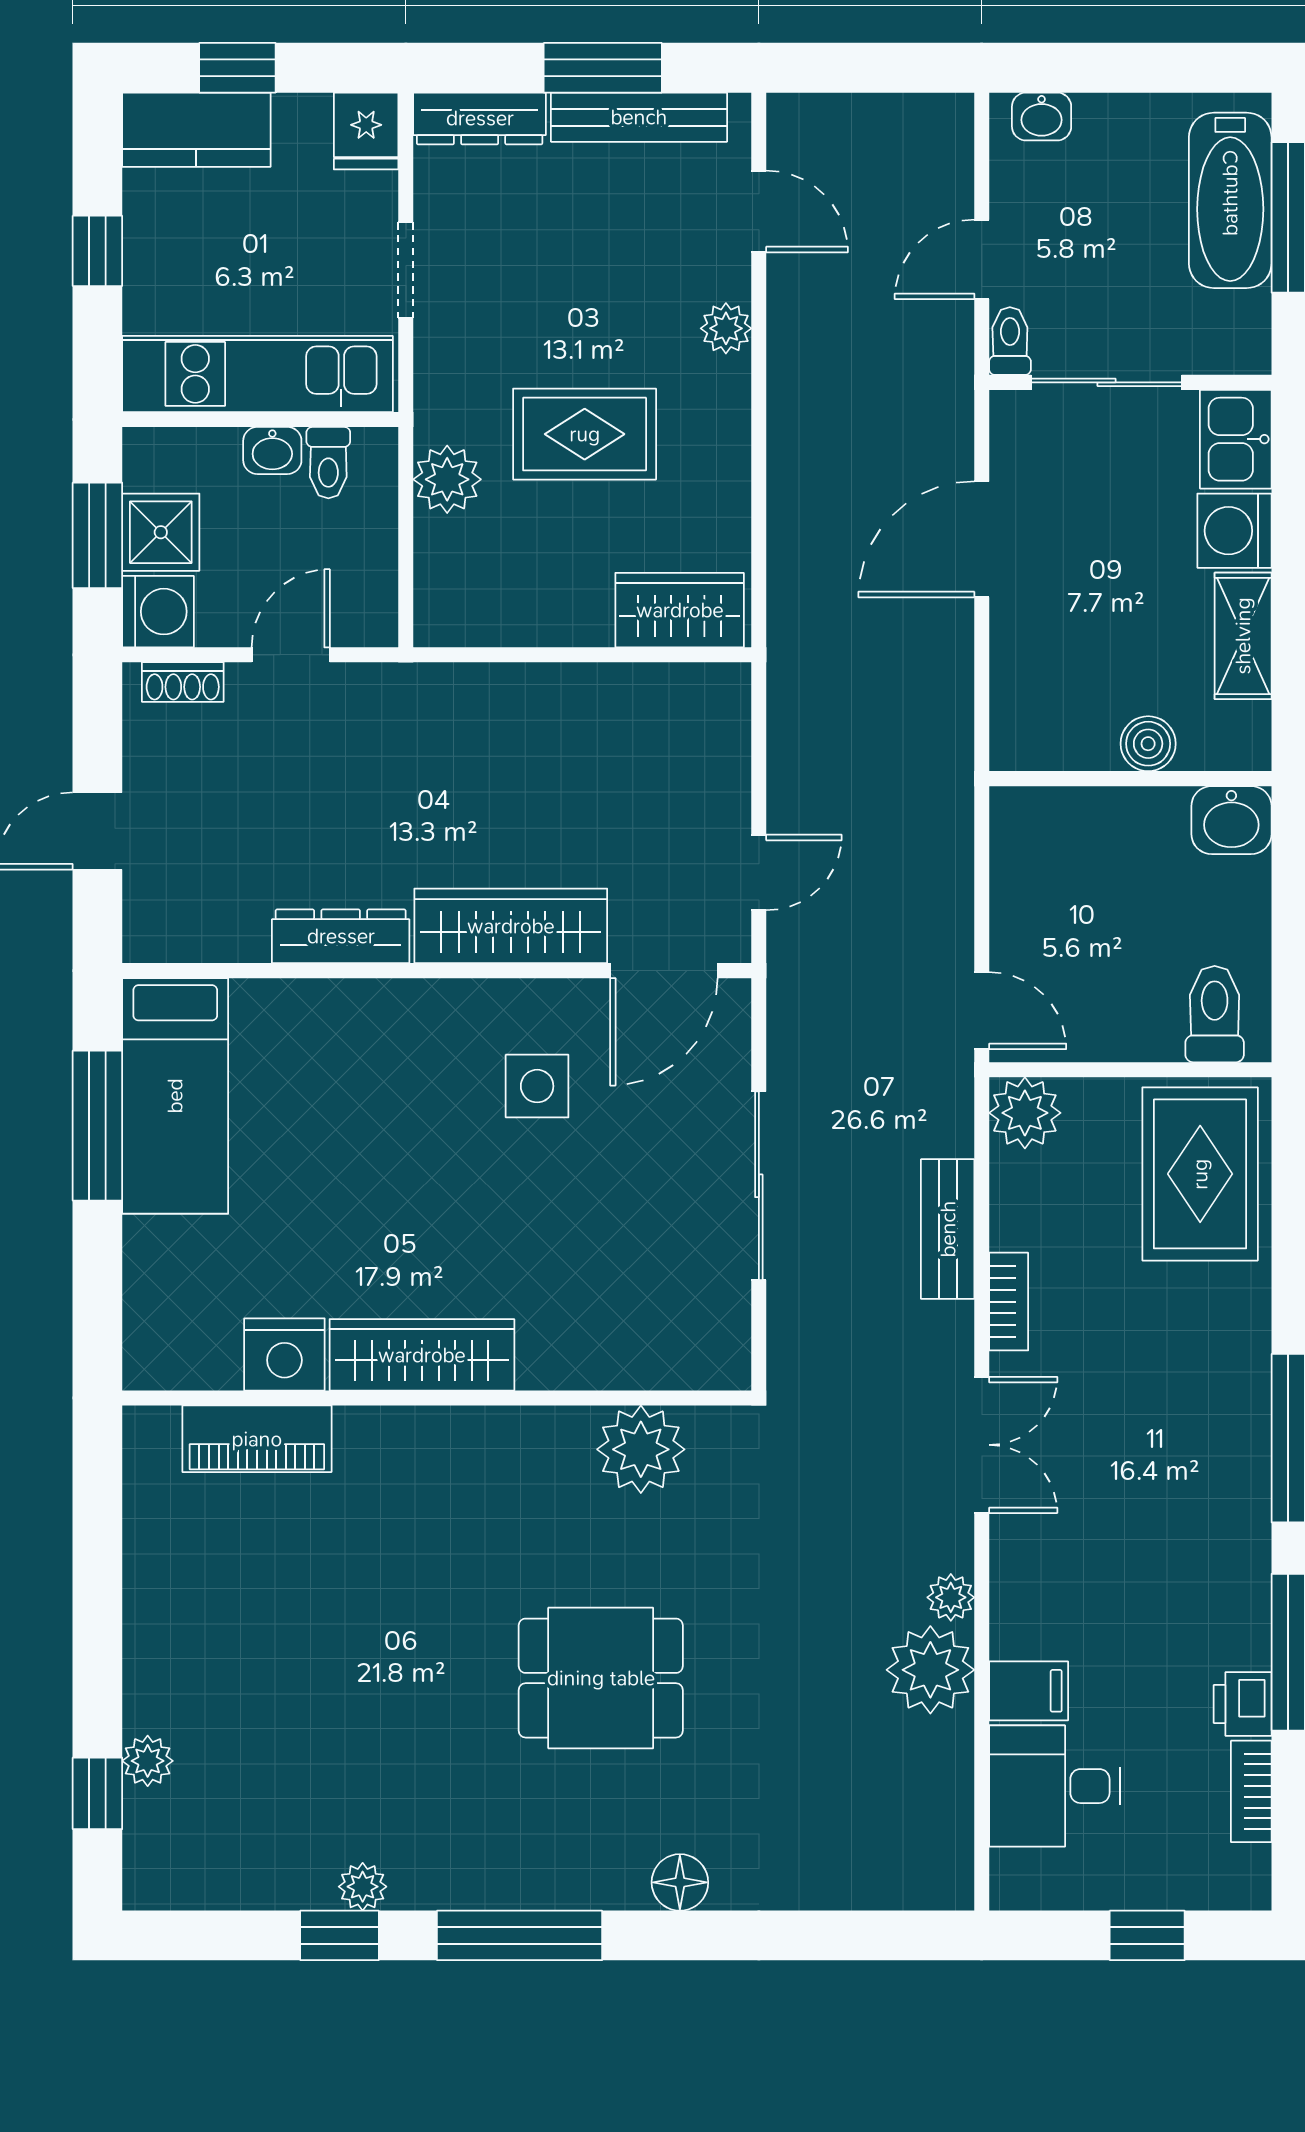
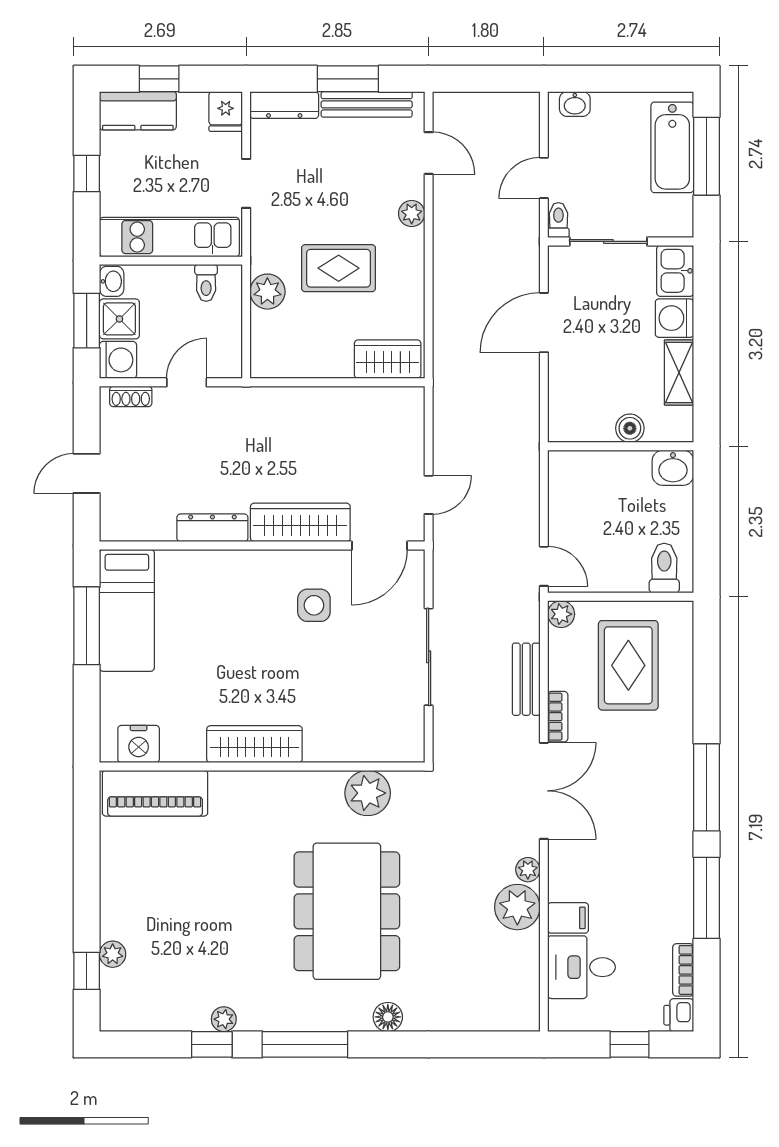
washbasin: (272, 450) -> (112, 281), moved, turned -90
plant: (1025, 1113) -> (561, 614), width x0.73, depth x0.73
rug: (1200, 1174) -> (628, 665), moved
nightstand: (284, 1354) -> (139, 744), moved
piano: (257, 1439) -> (155, 793), width x1.37, depth x1.33
double door: (982, 1445) -> (544, 791), width x1.37
dining table: (601, 1678) -> (347, 911), width x1.88, depth x1.24
printer: (1243, 1704) -> (679, 1015), moved

